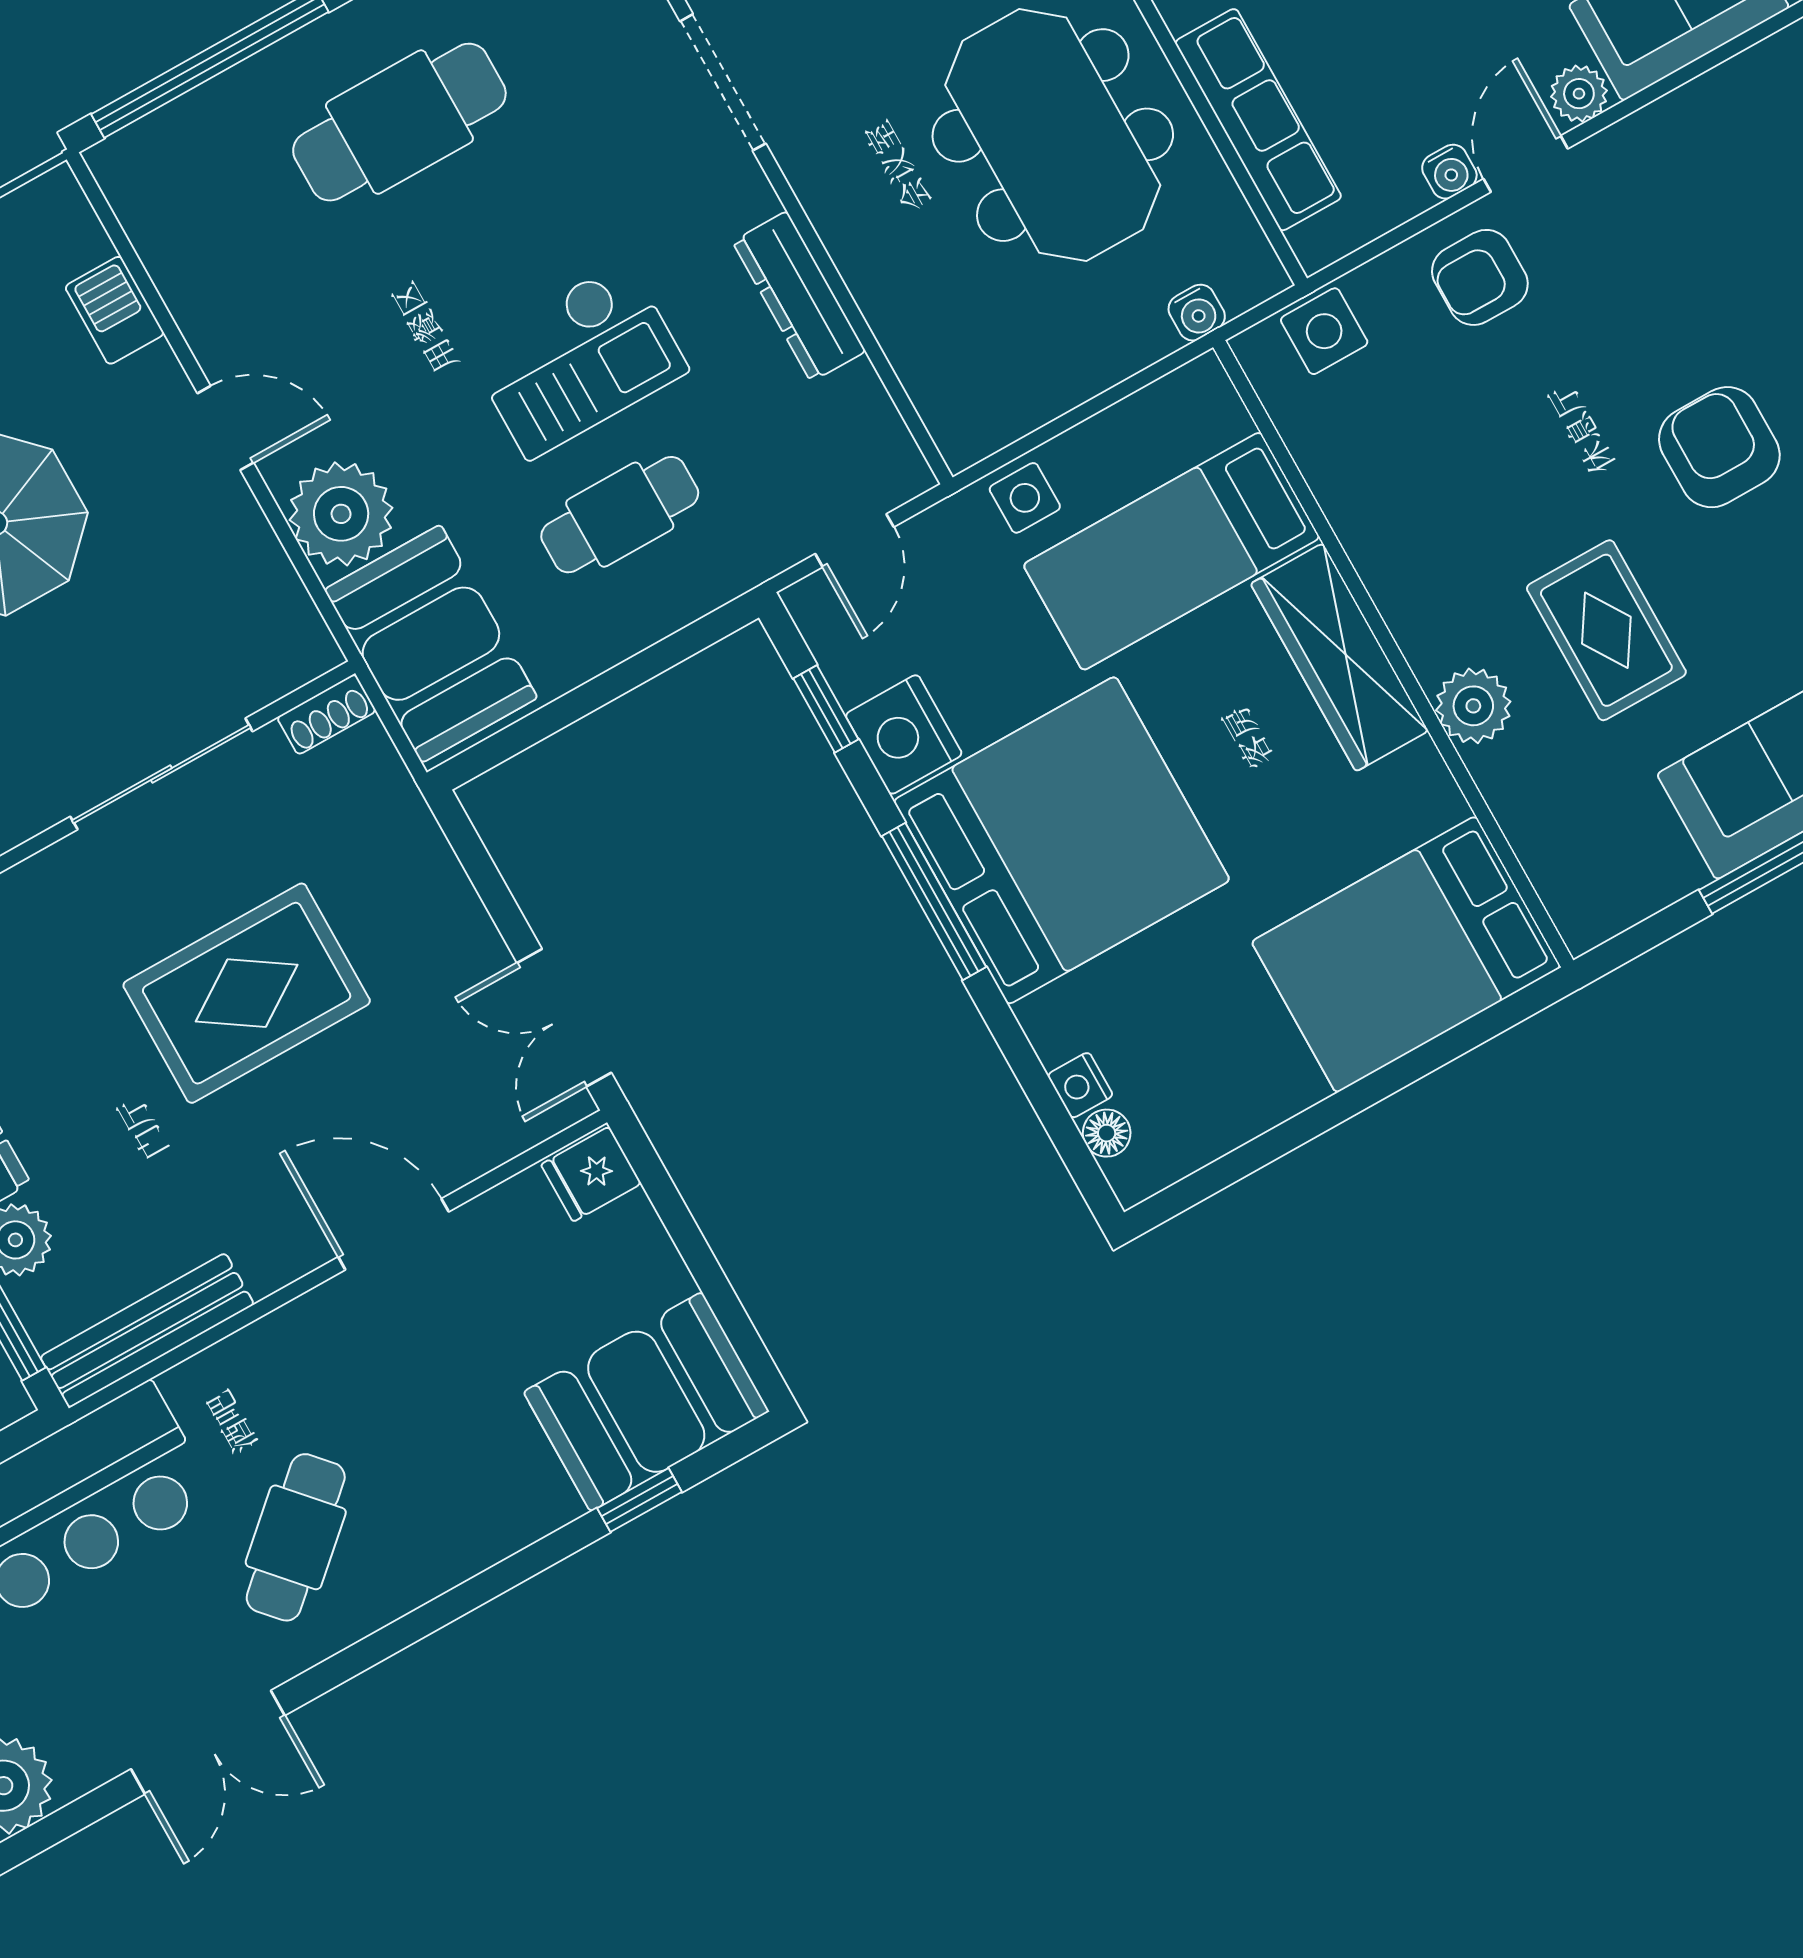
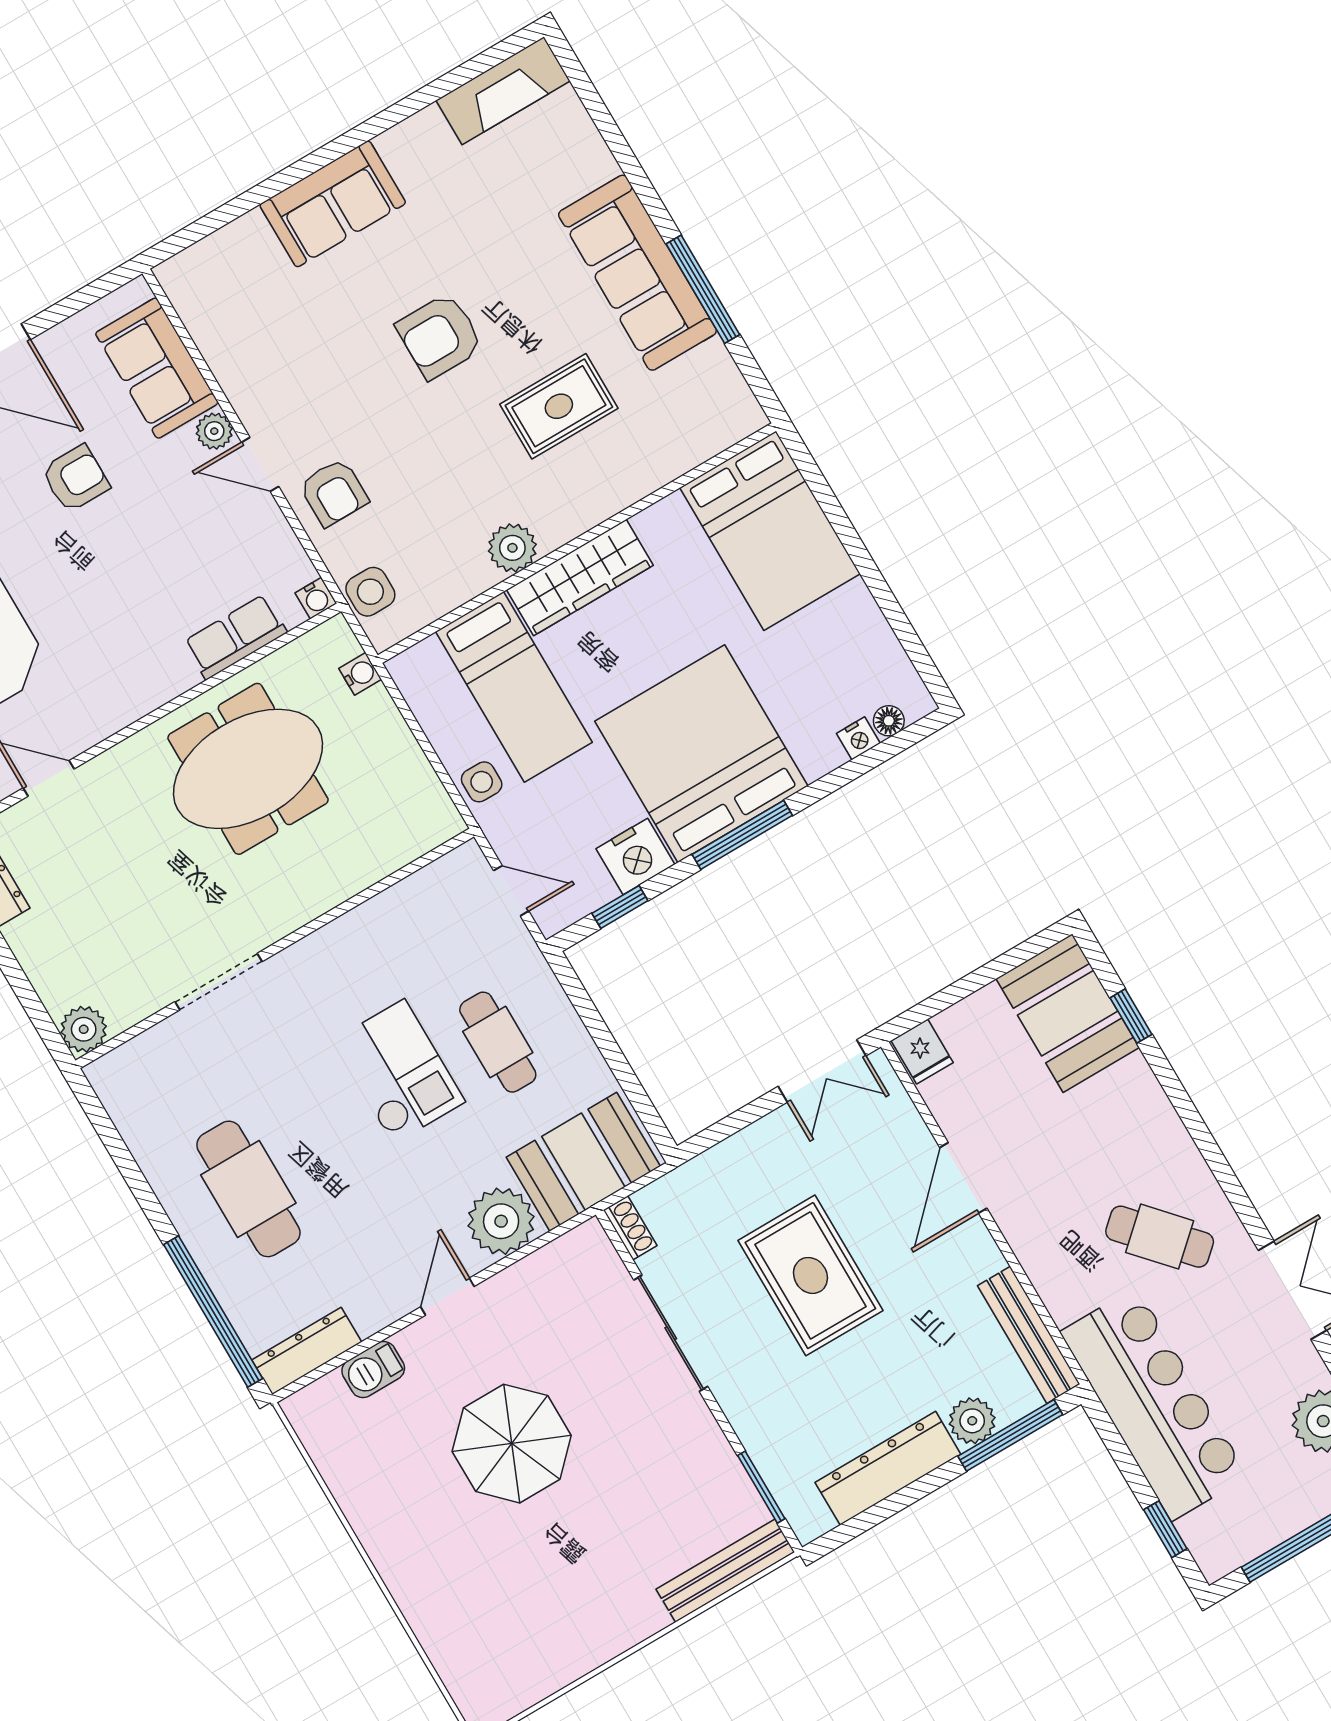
row of seats: (1258, 120) -> (235, 637), width x0.68
water cooler: (1449, 172) -> (316, 598), moved, turned 90
dresser: (799, 296) -> (307, 1351), moved, turned 180
plant: (1473, 706) -> (512, 548), moved

